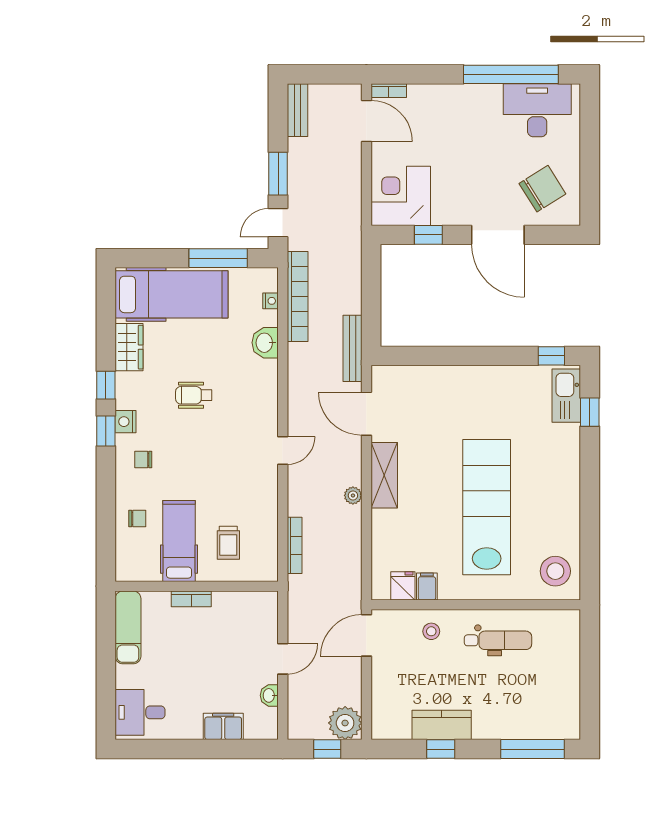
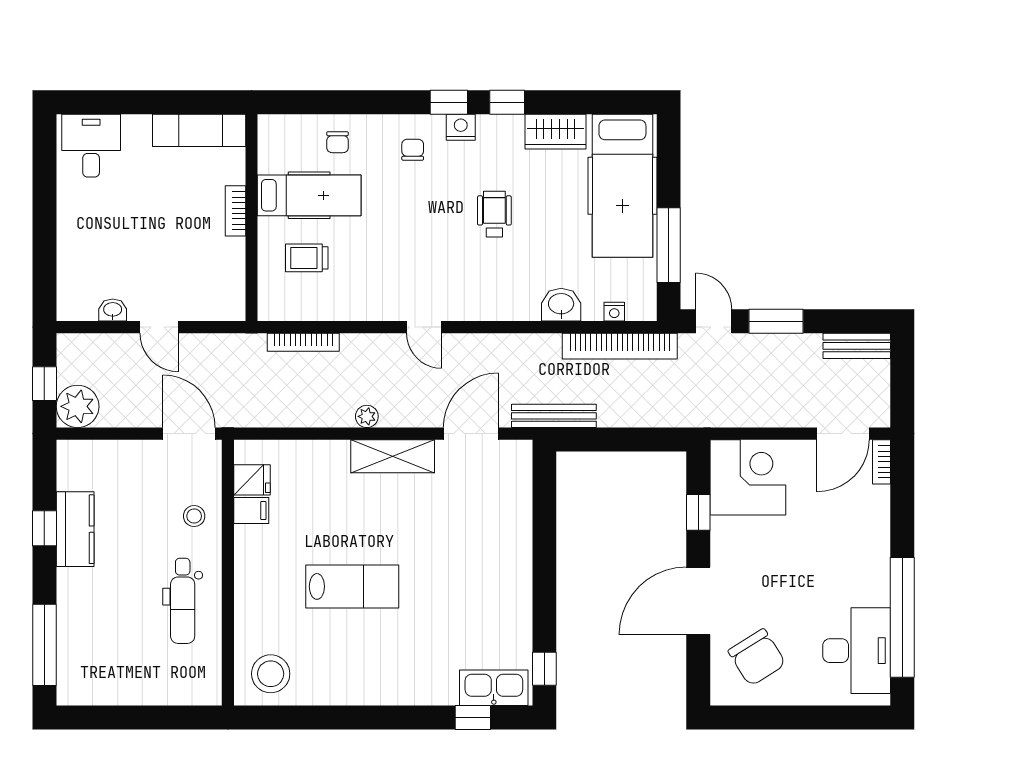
lab bench: (487, 507) -> (352, 586), width x0.54, depth x0.72
filing cabinet: (223, 726) -> (73, 251), removed

